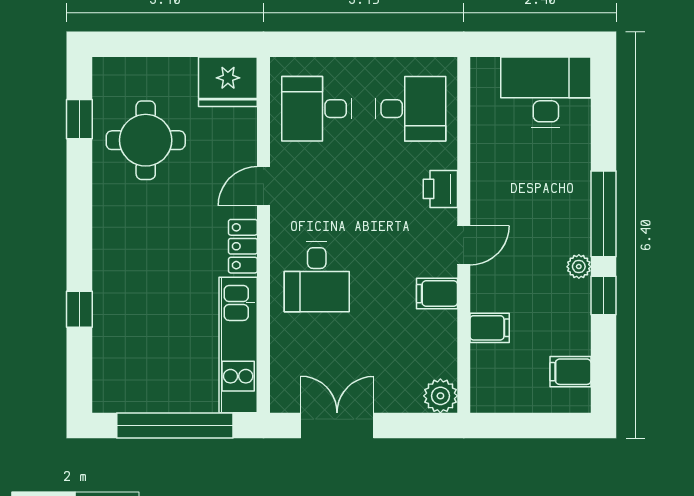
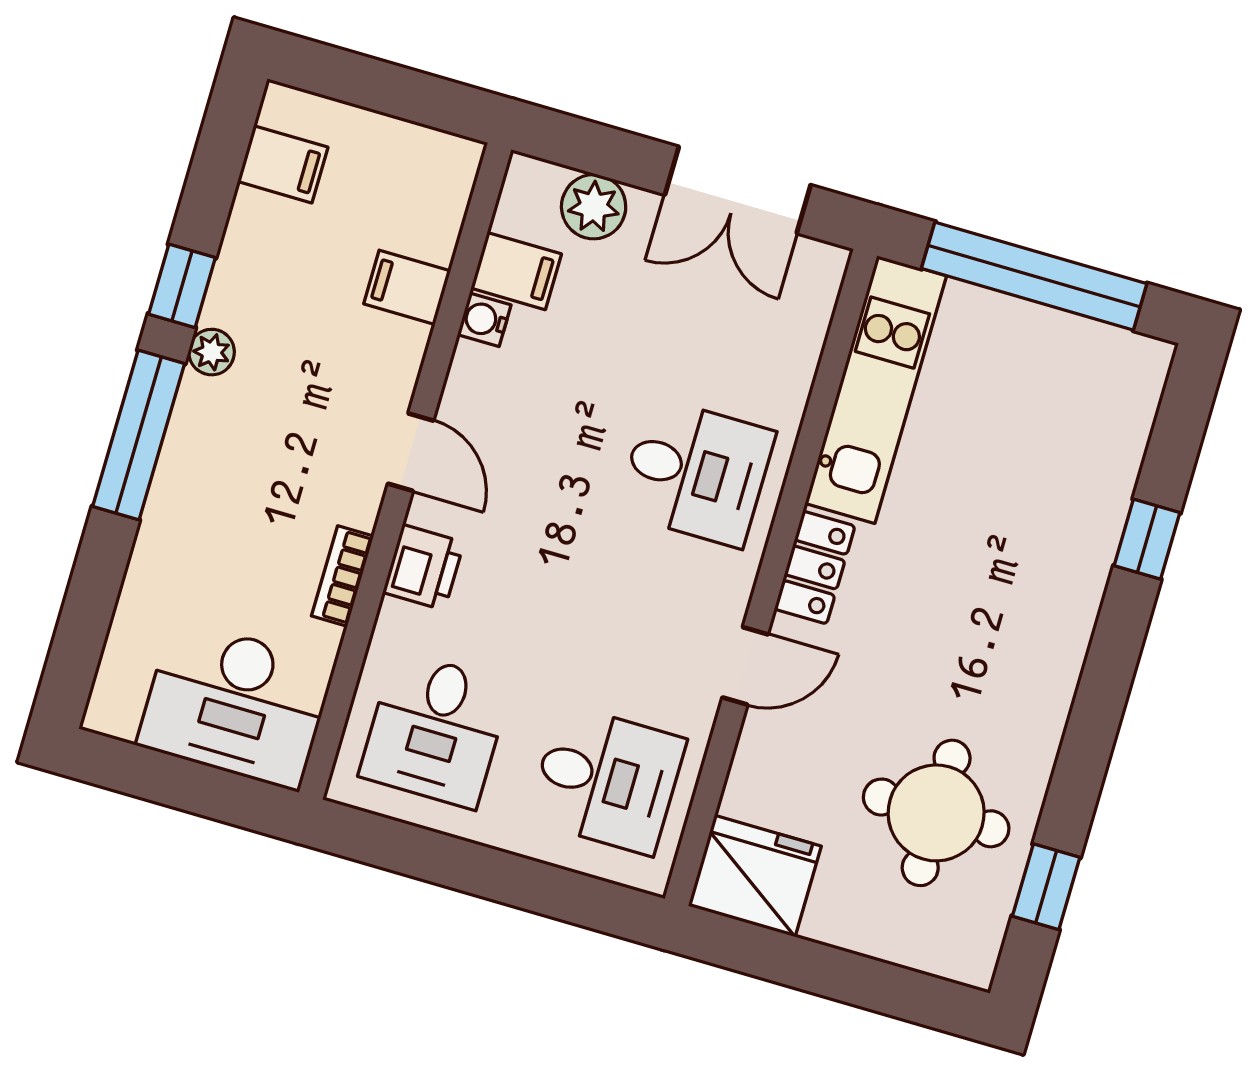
desk: (546, 92) -> (236, 704), moved
desk: (411, 109) -> (435, 730), turned -90
bookcase: (480, 173) -> (342, 576), added
door: (464, 245) -> (411, 452), swing flipped
desk: (317, 277) -> (696, 472), turned 90
filing cabinet: (437, 294) -> (516, 271), moved
water cooler: (446, 323) -> (484, 320), added
plant: (440, 396) -> (594, 207), moved

